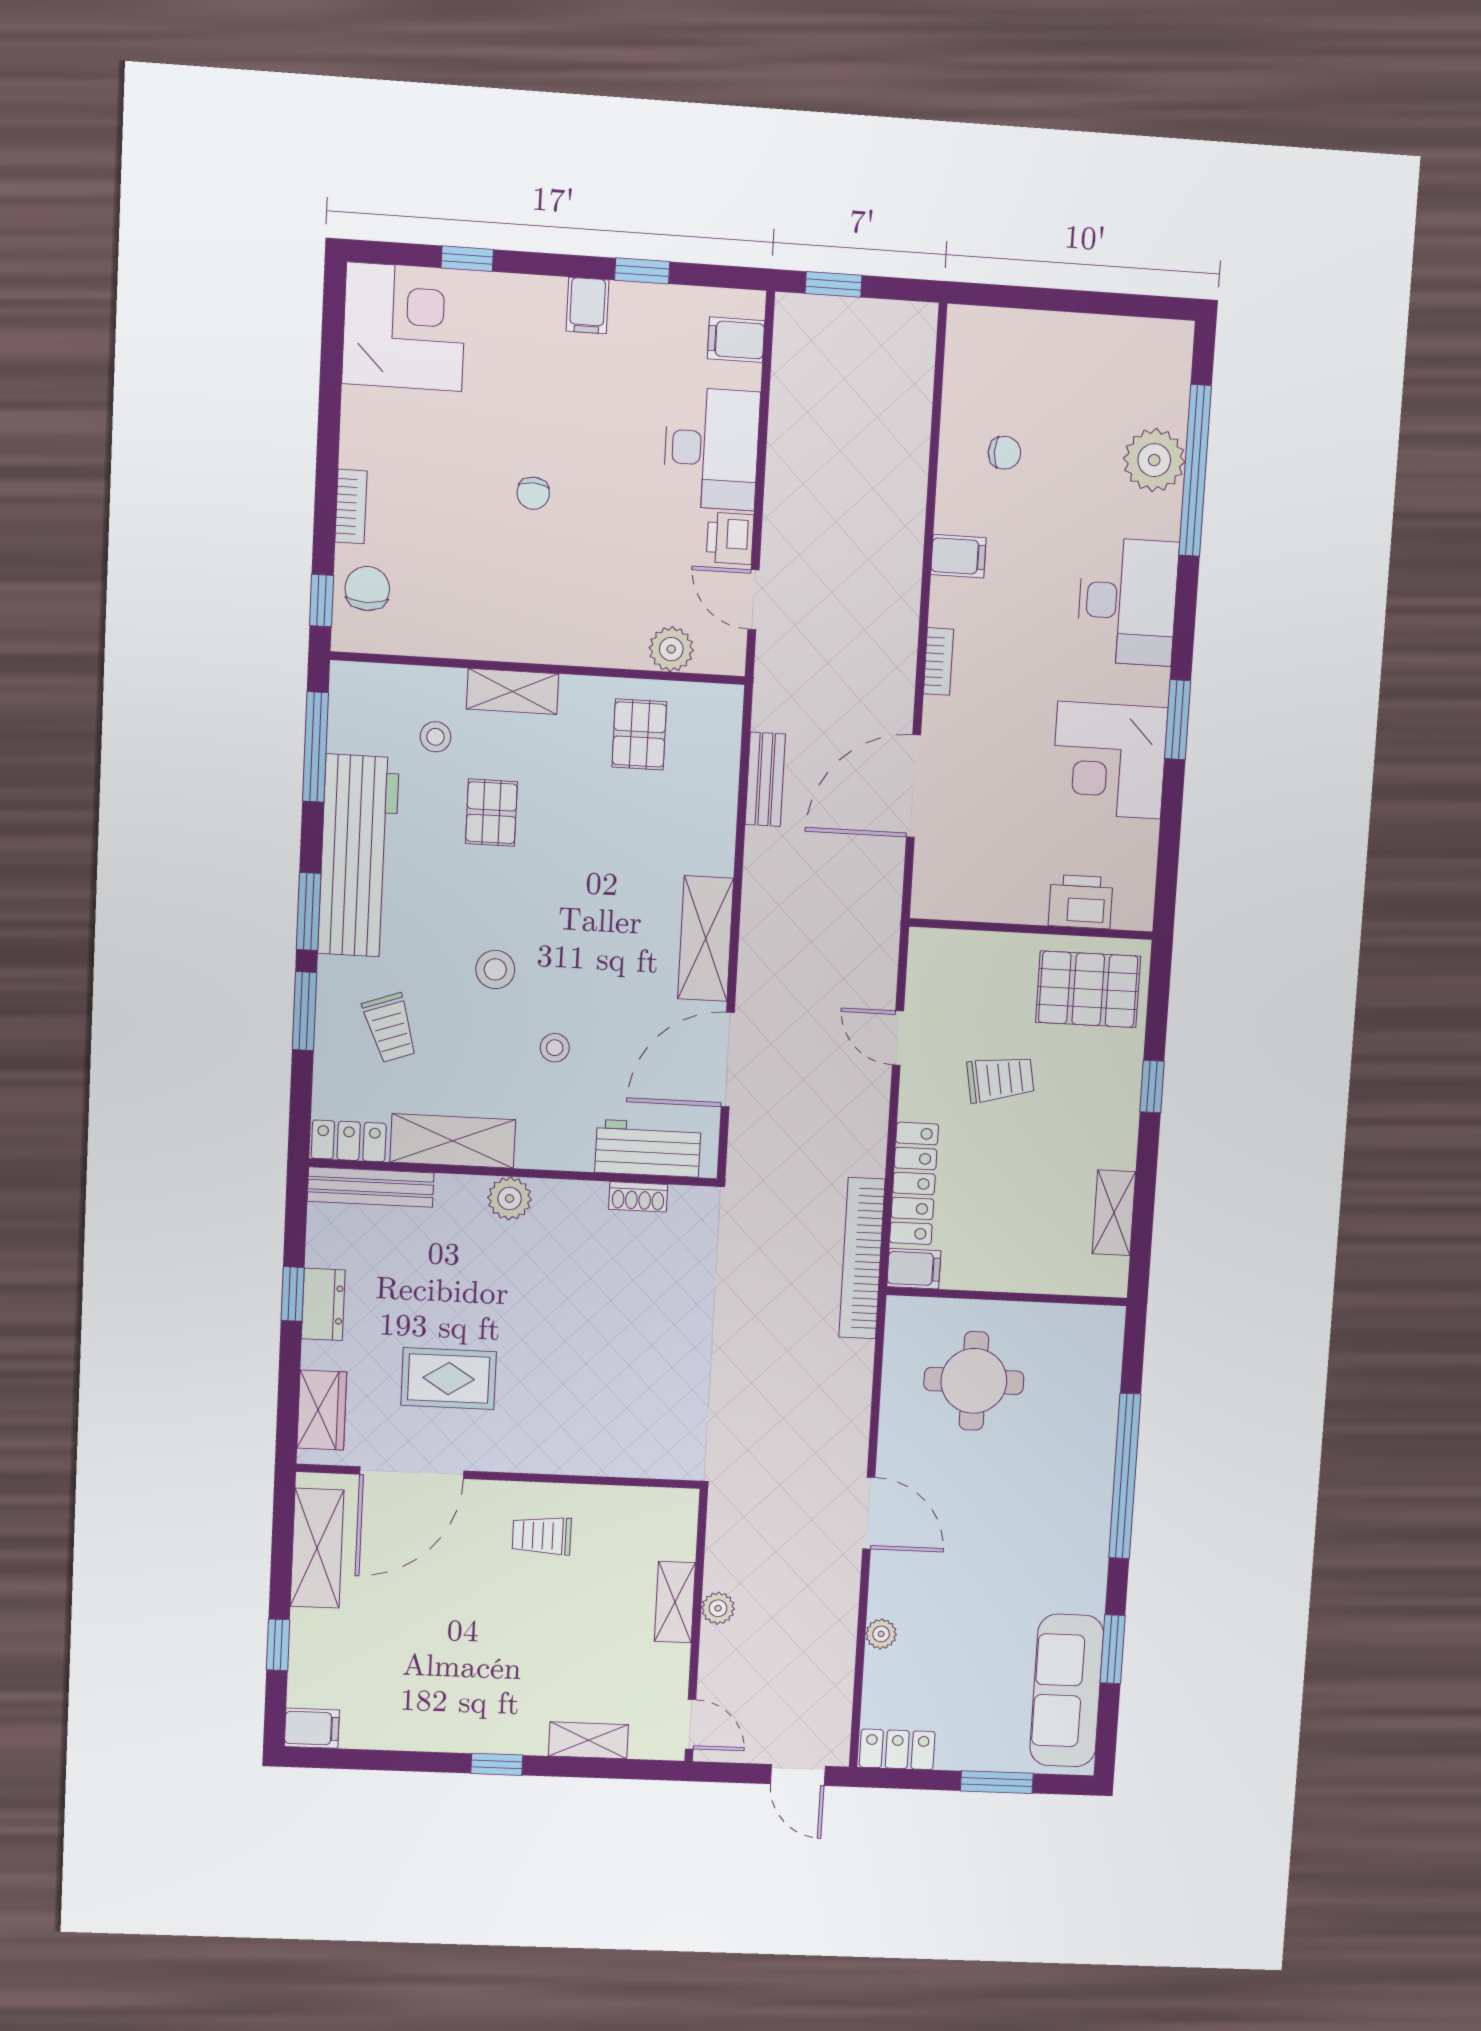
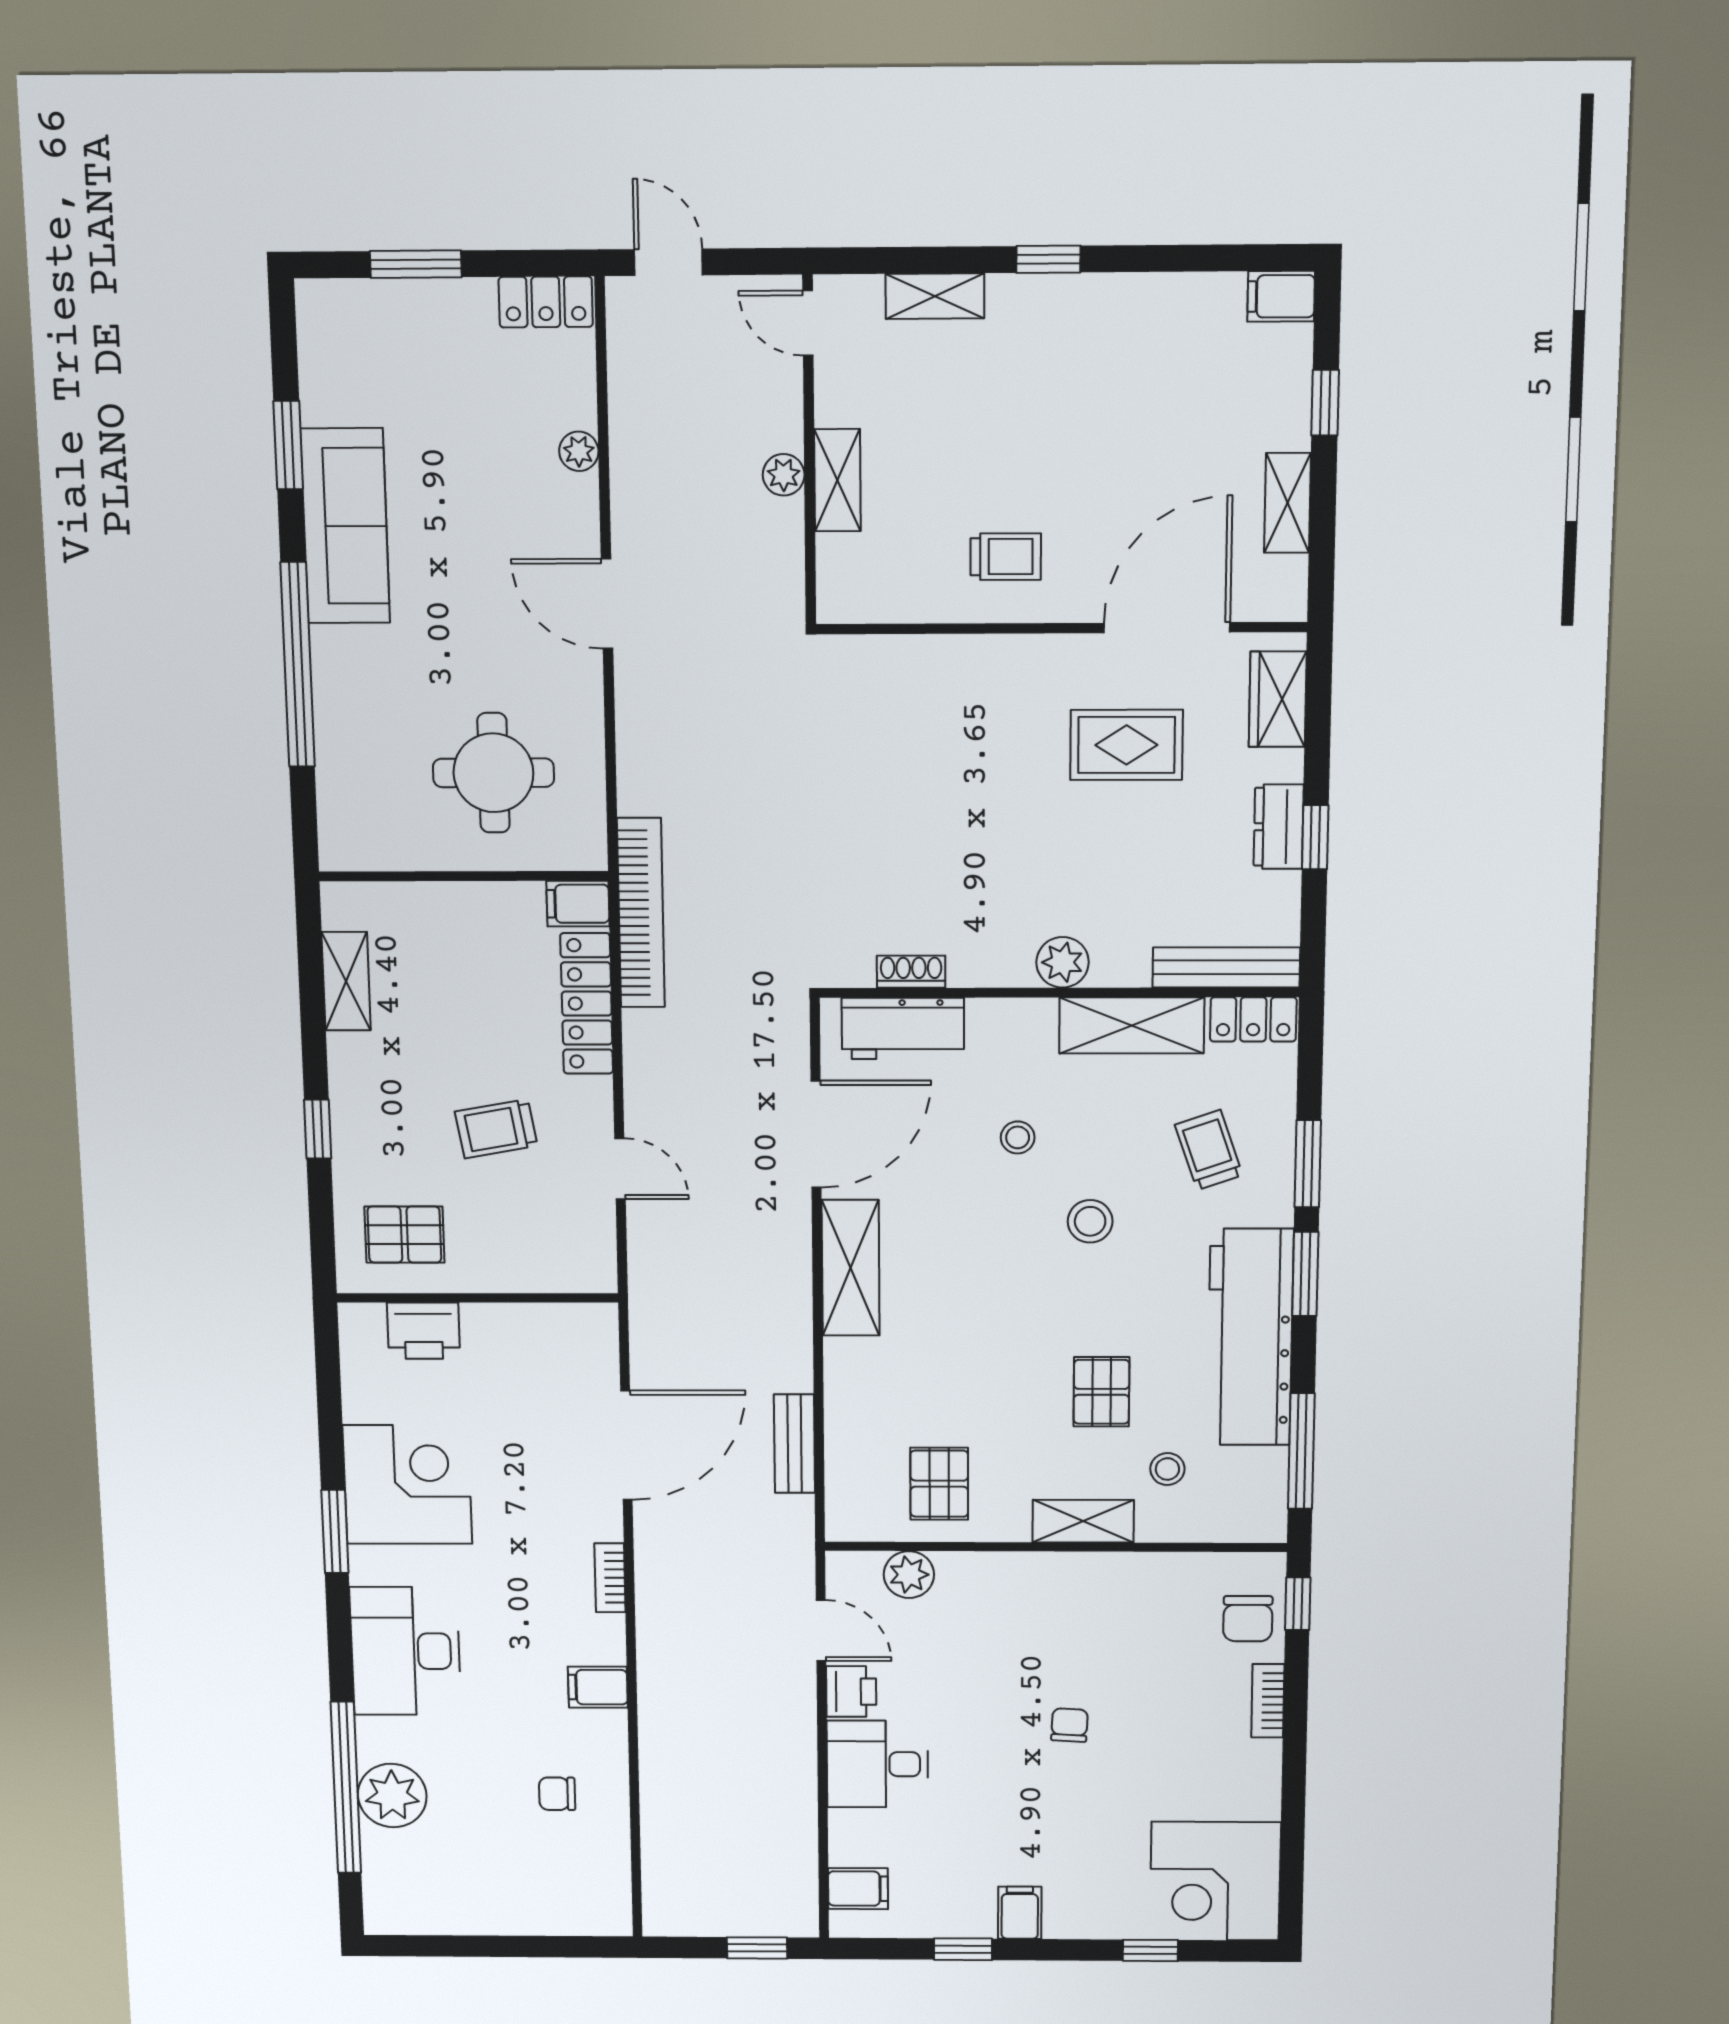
desk: (711, 449) -> (877, 1764), width x0.73
pallet: (1088, 989) -> (404, 1235), width x0.67, depth x0.71
shelving: (317, 1548) -> (1288, 503), width x0.67, depth x0.75
sofa: (1067, 1691) -> (345, 526), moved

